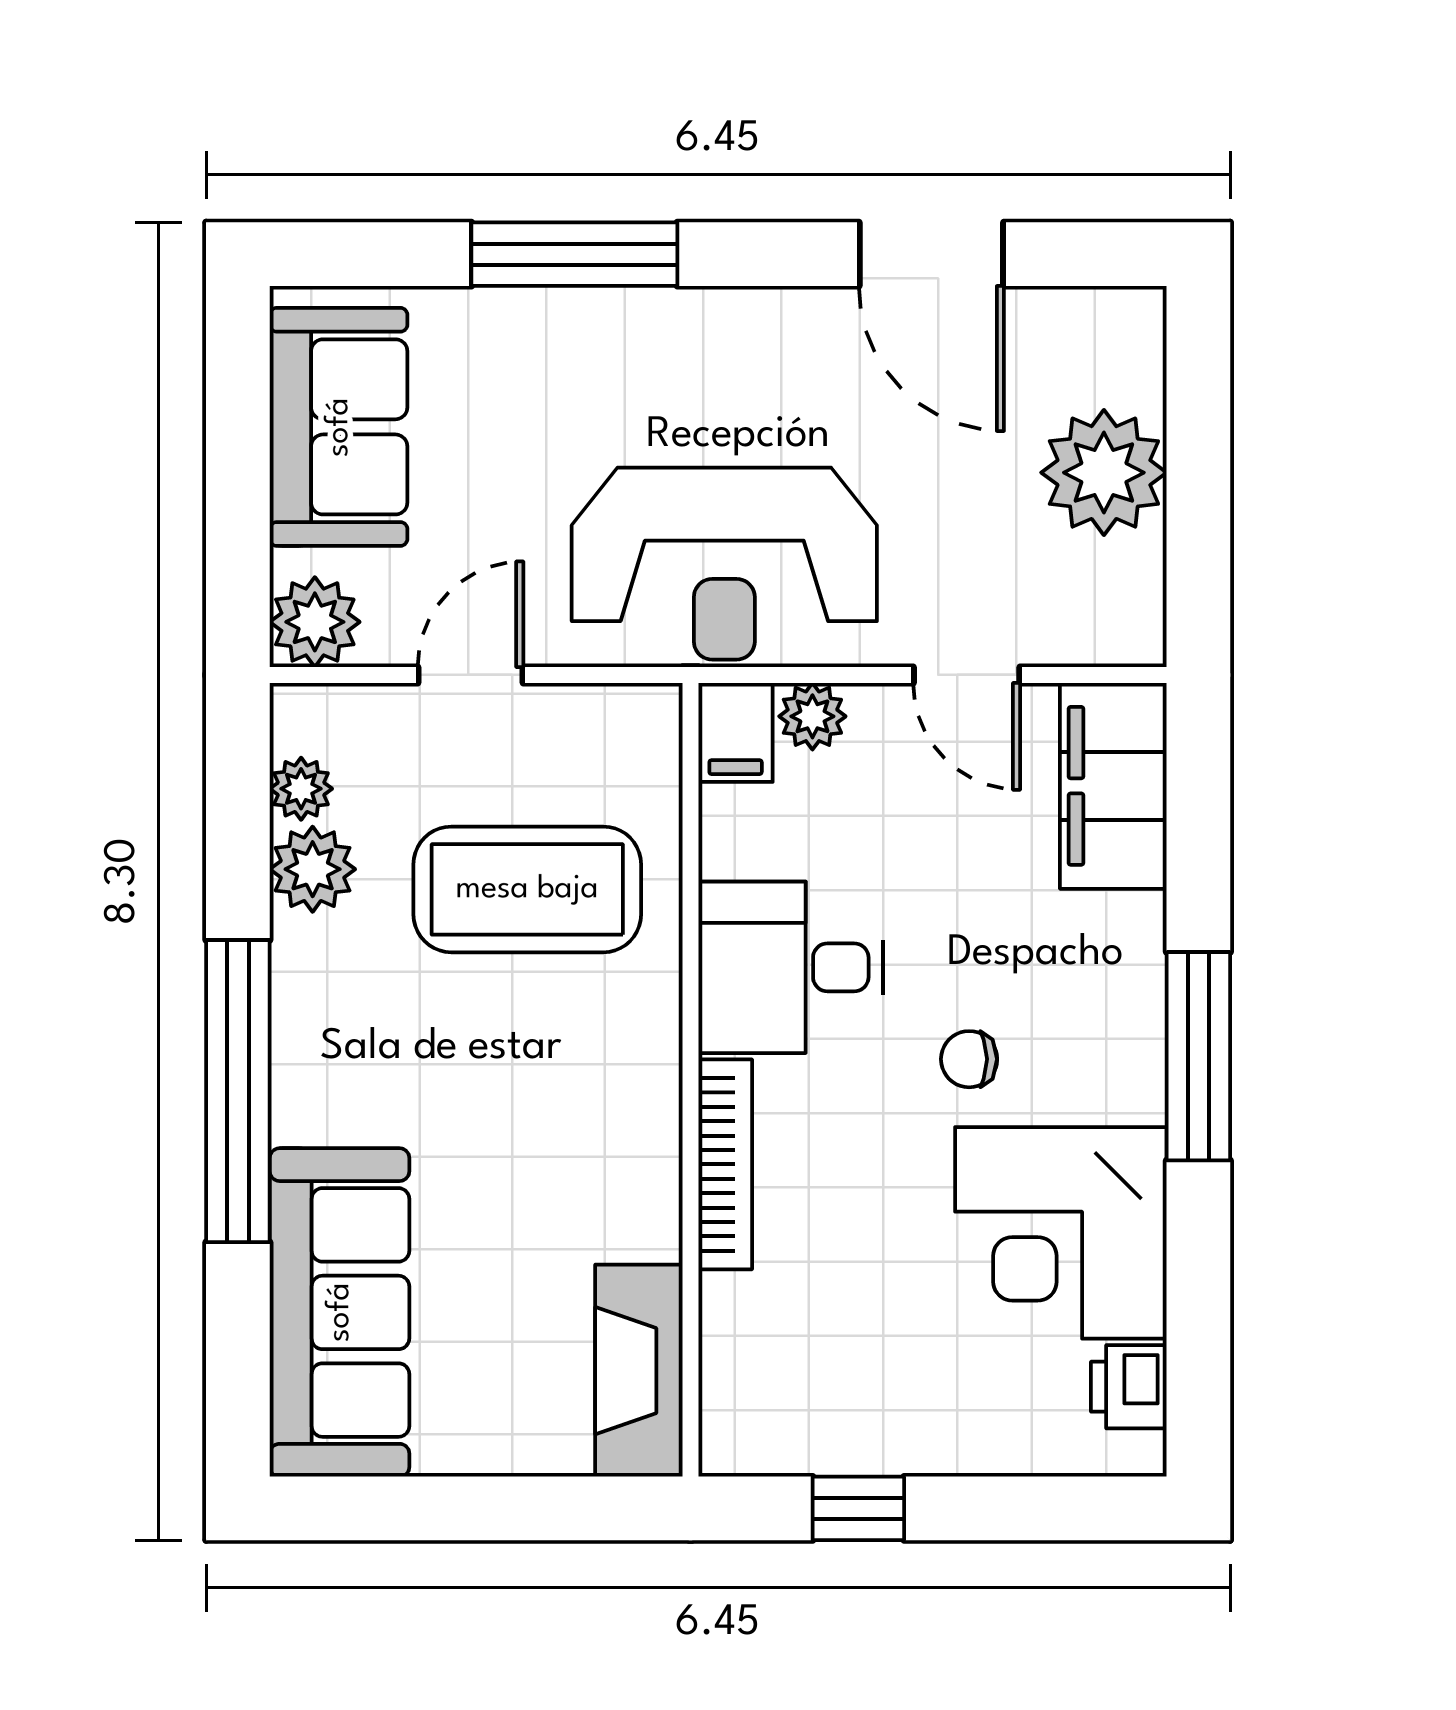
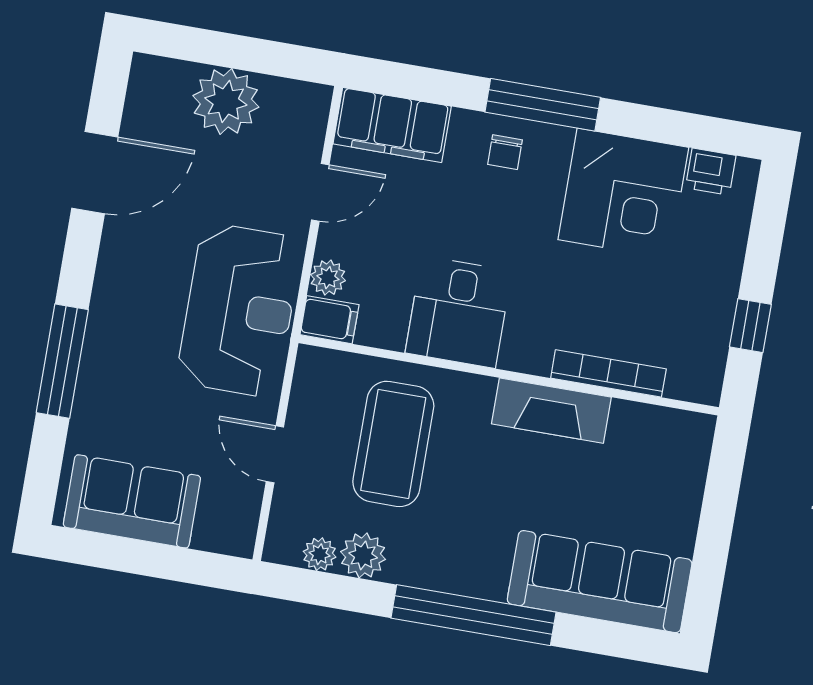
plant: (315, 622) -> (233, 532), removed
chair: (969, 1059) -> (505, 152), moved
bookcase: (725, 1164) -> (608, 373), moved
fireplace: (639, 1371) -> (551, 411), moved

